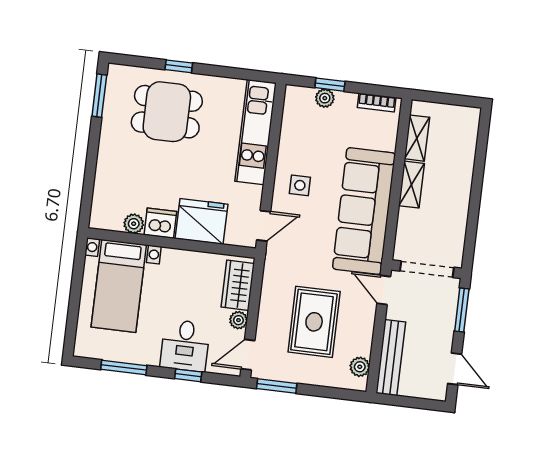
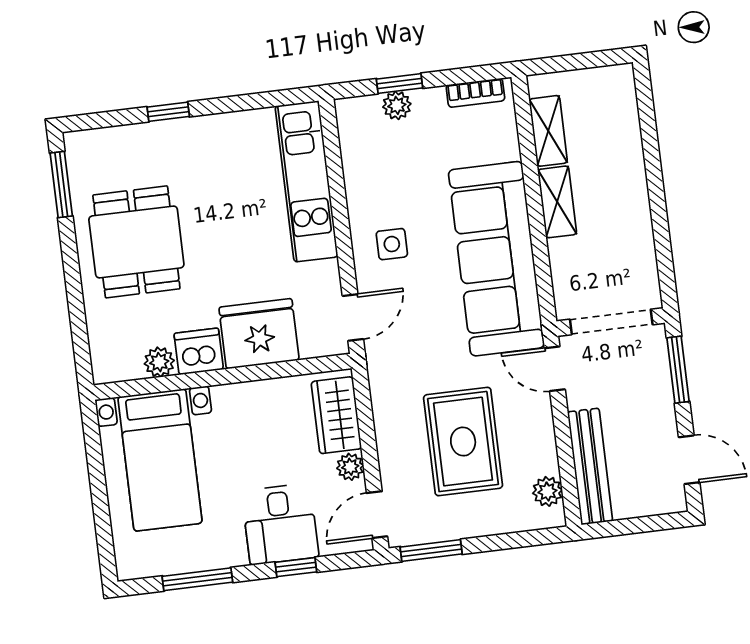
dining table: (167, 112) -> (136, 242), moved, turned 90

